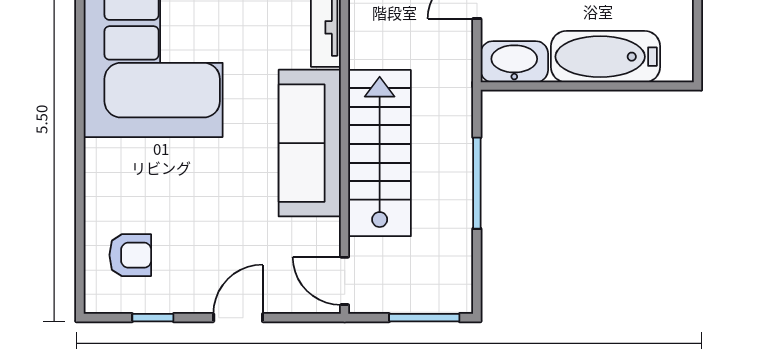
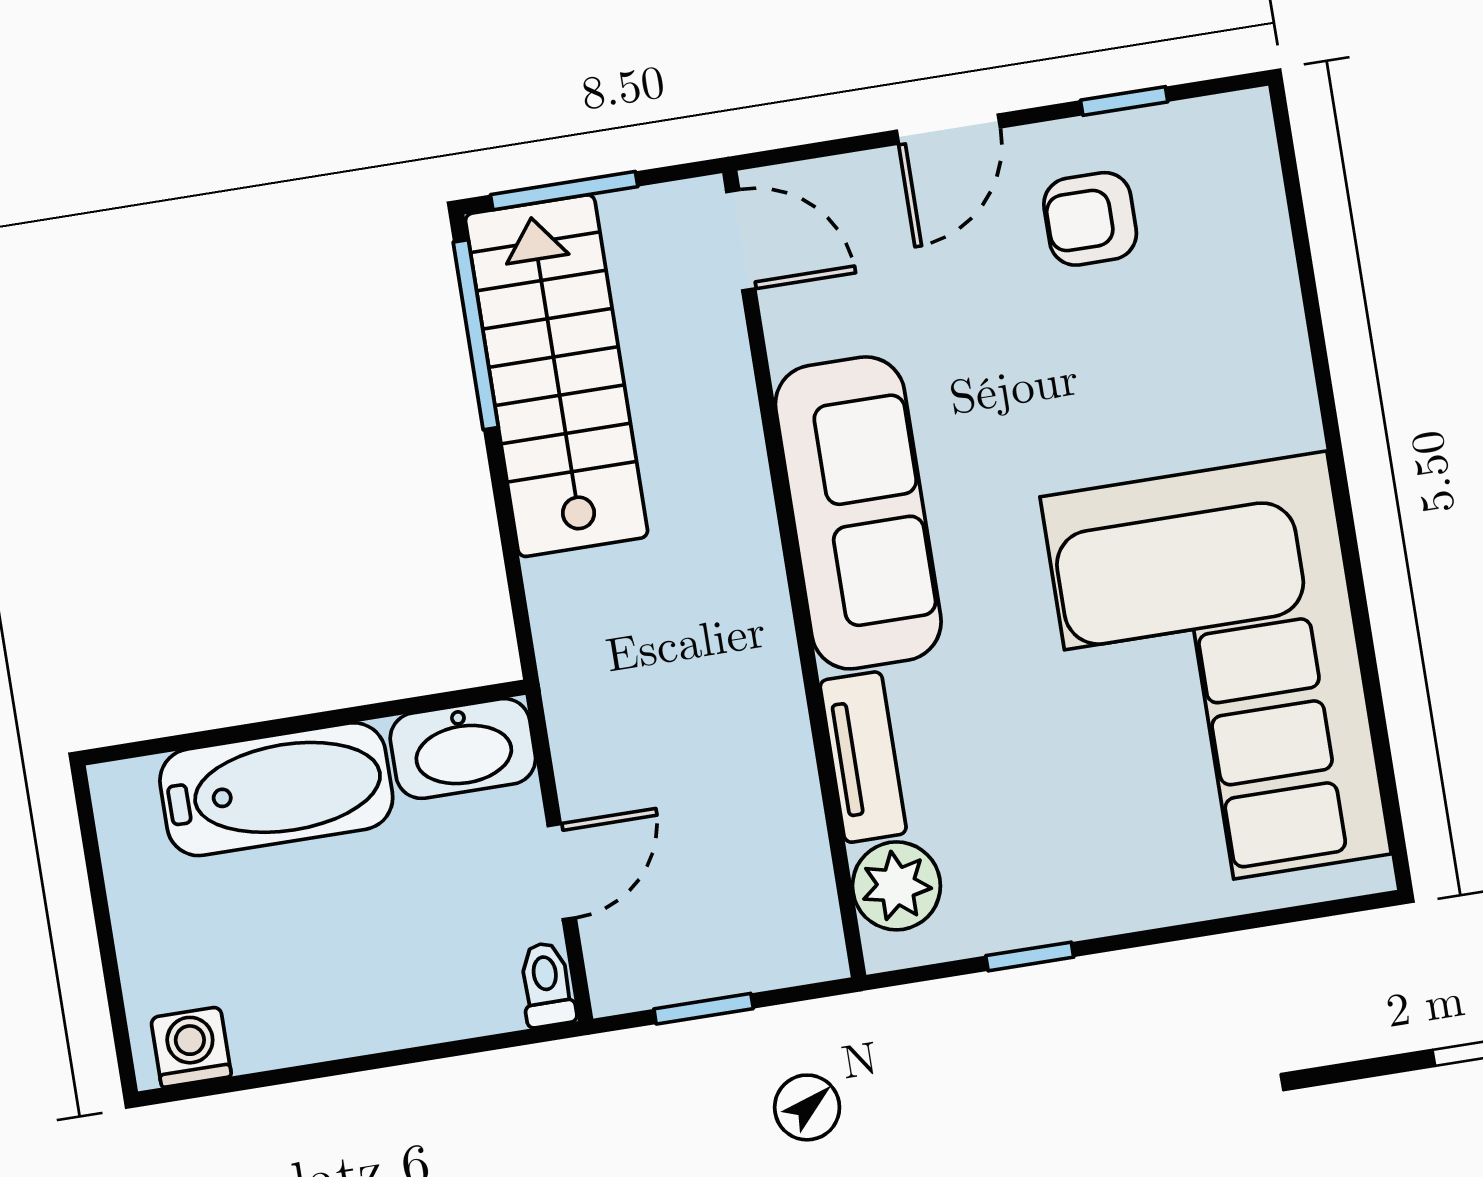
stairs: (380, 153) -> (557, 376), moved, turned 180
window: (477, 183) -> (476, 335), moved
armchair: (130, 255) -> (1090, 219), moved

